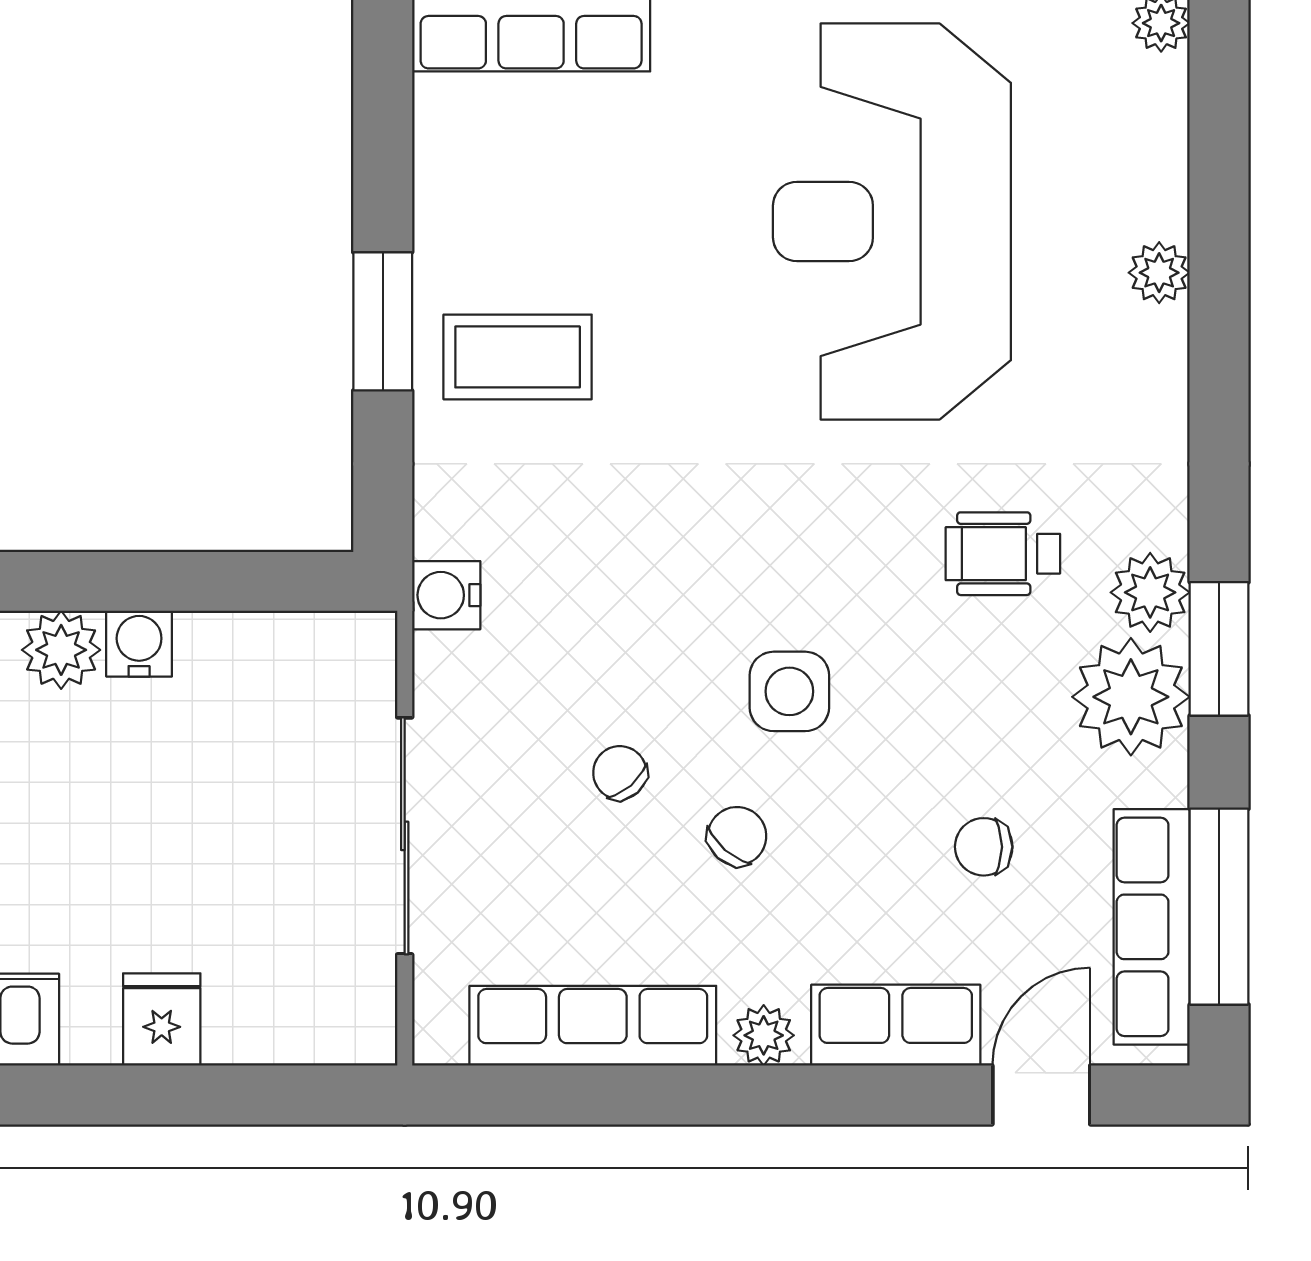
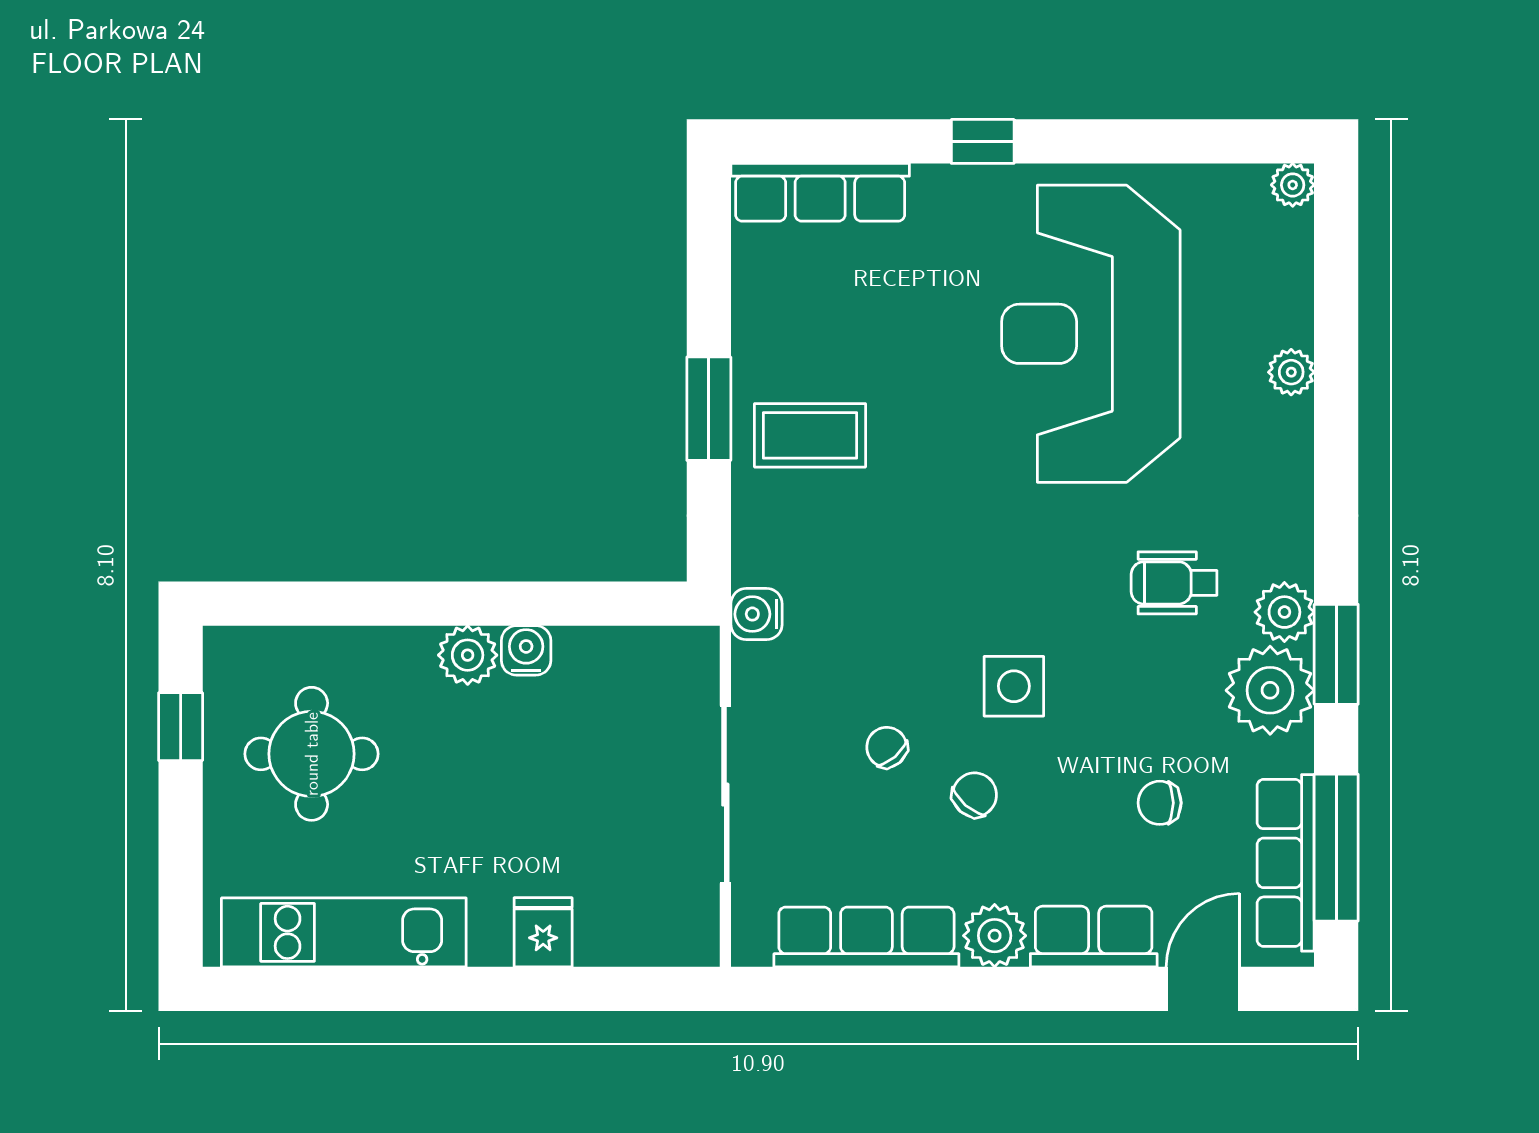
plant: (764, 1035) -> (995, 936), width x1.38, depth x1.38

